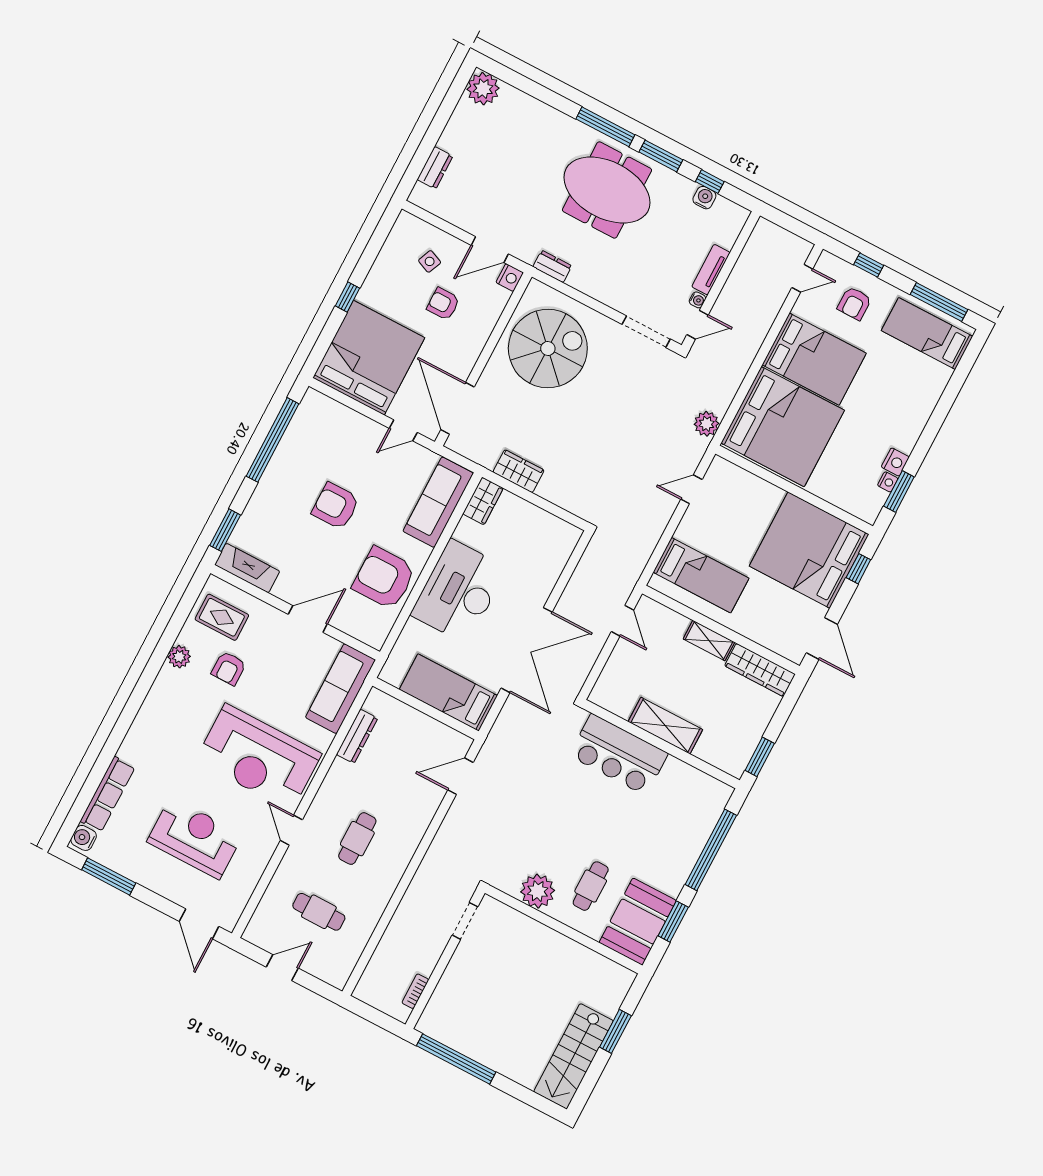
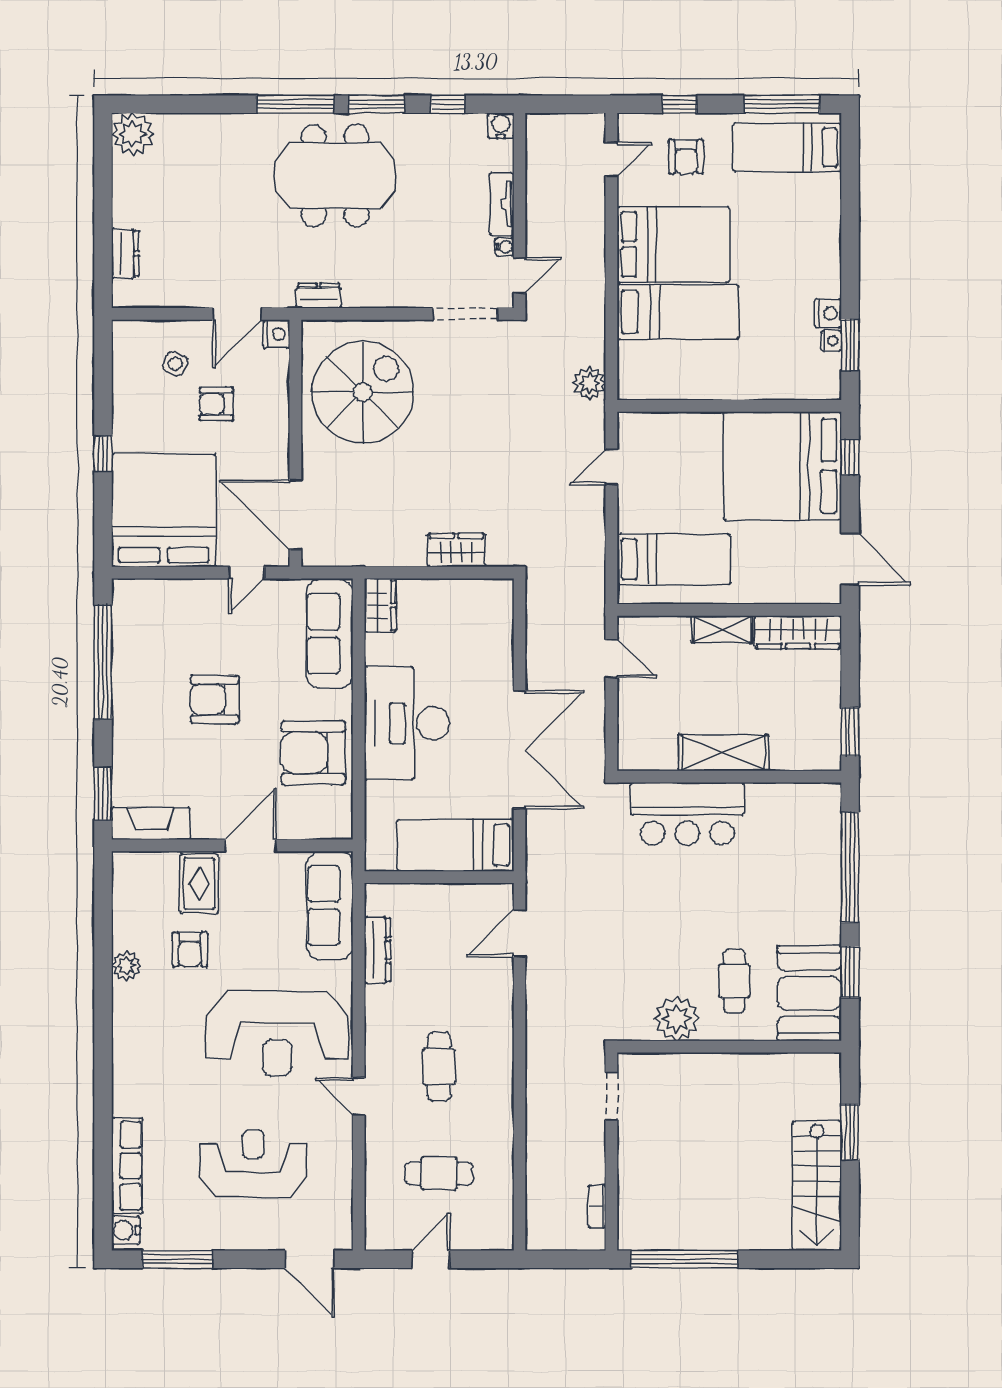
water cooler: (704, 198) -> (501, 126), moved
bed: (783, 427) -> (678, 312), width x0.49
wardrobe: (518, 471) -> (456, 550), moved
rug: (222, 617) -> (199, 884), moved, turned 90

